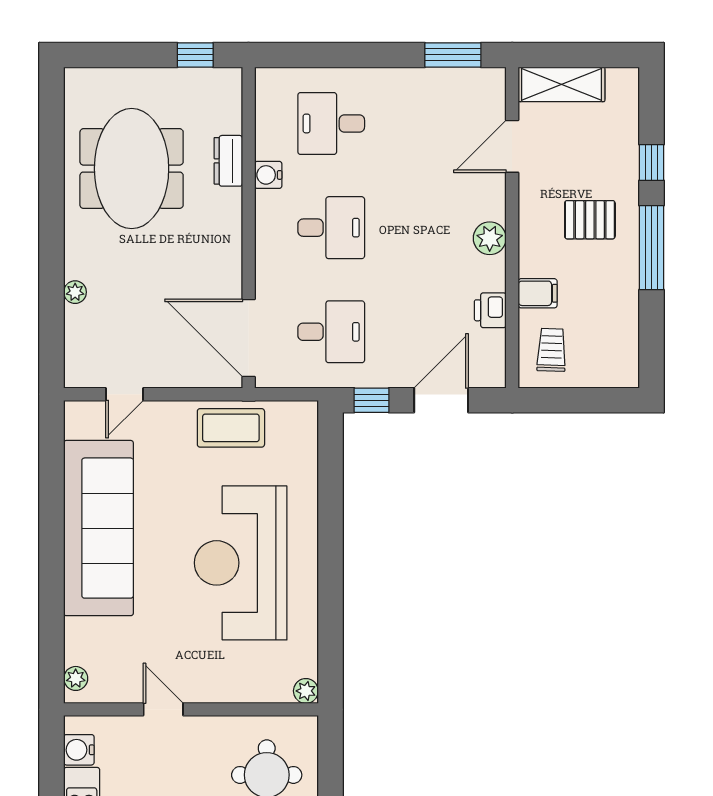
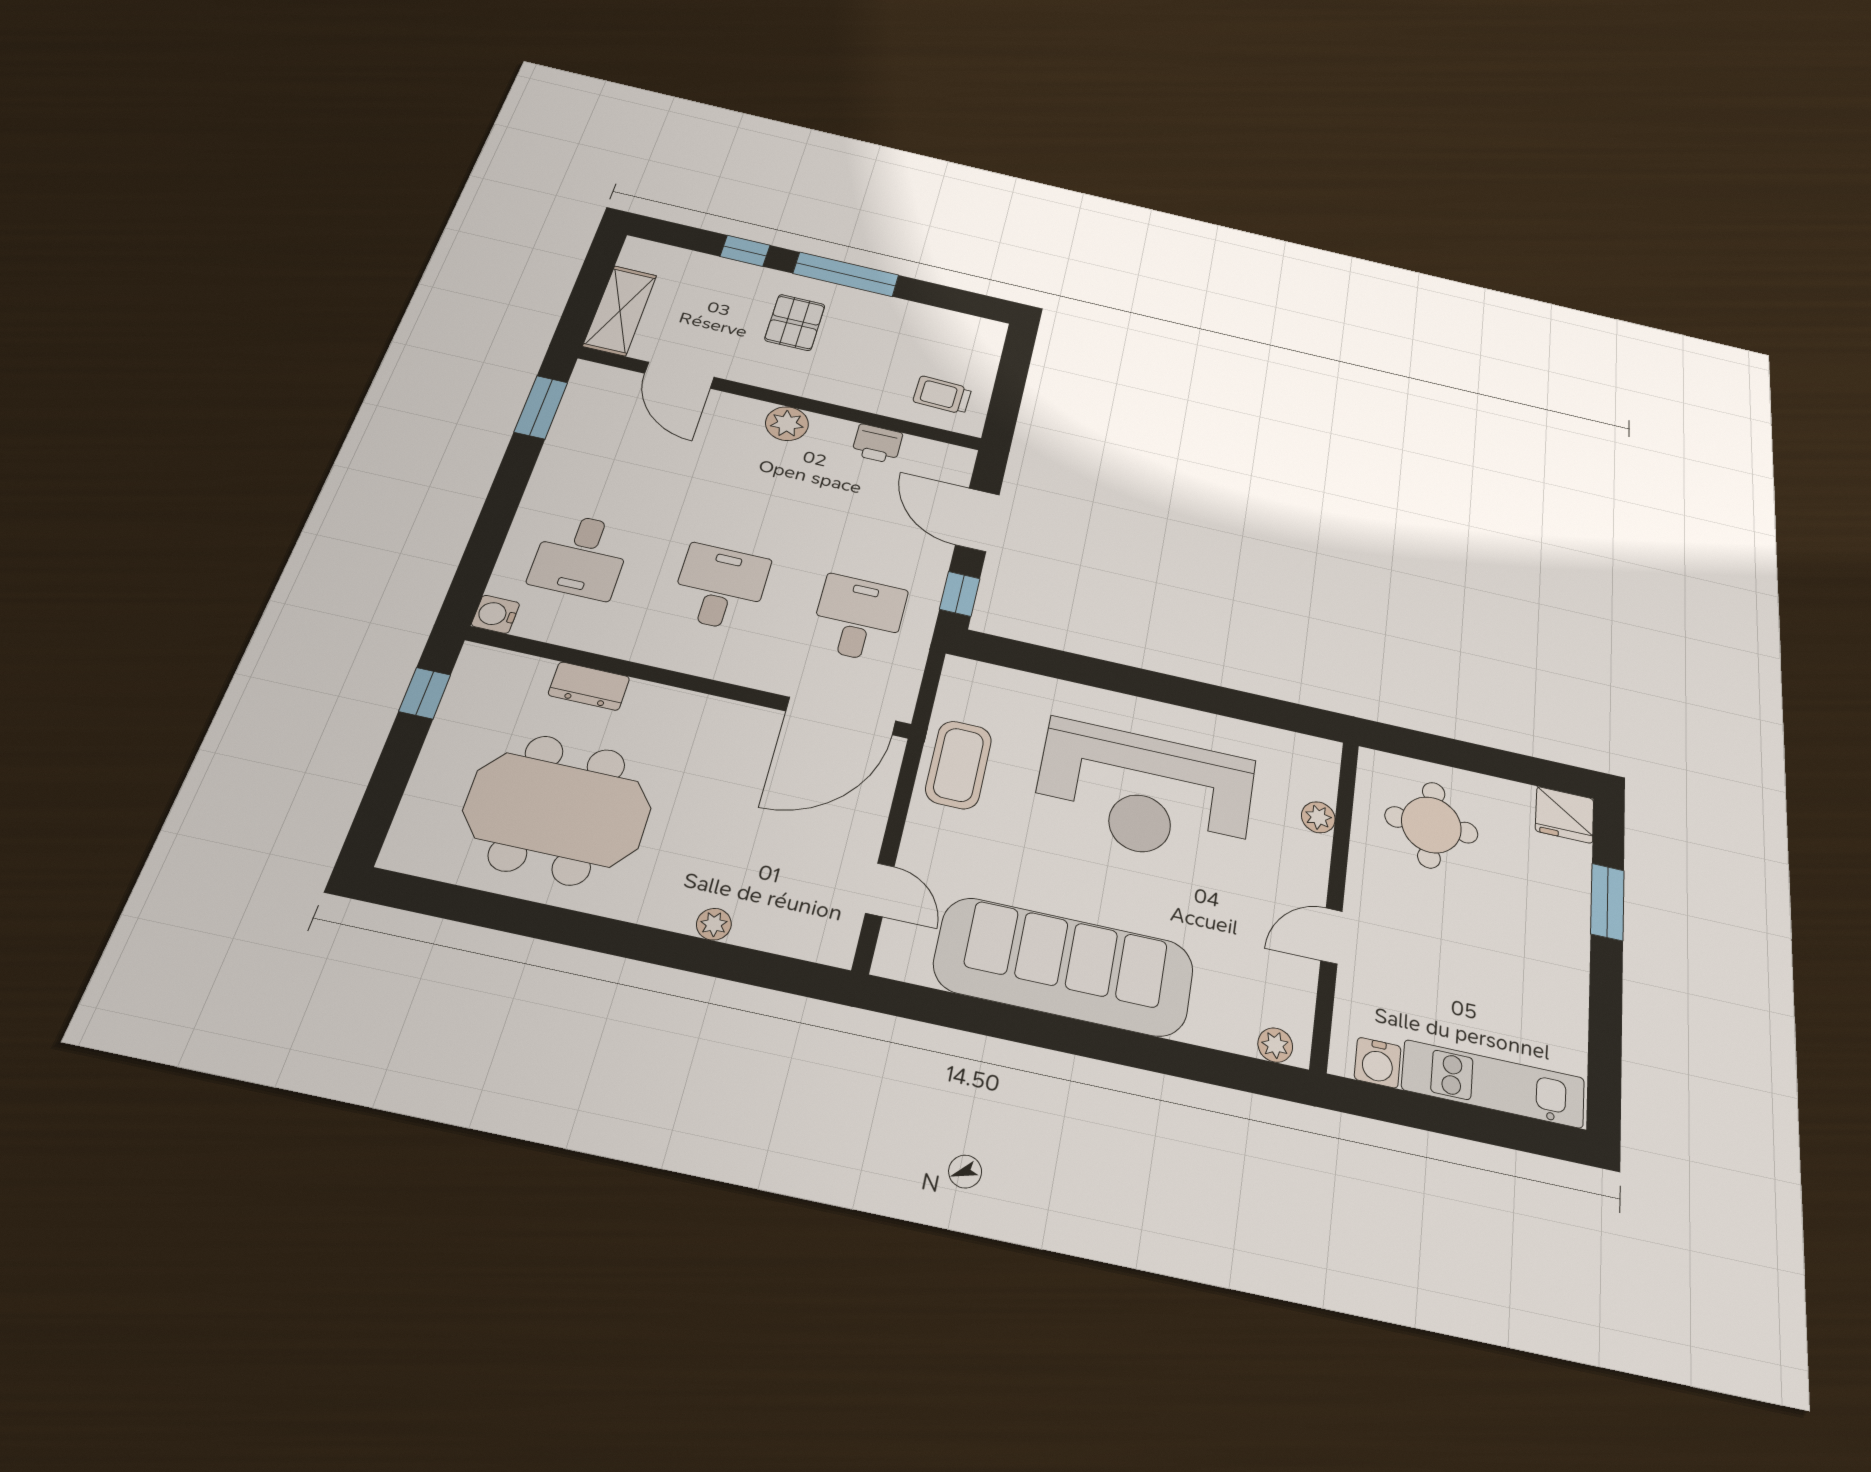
water cooler: (268, 175) -> (495, 614), moved, turned 90
filing cabinet: (538, 293) -> (869, 392), removed
plant: (306, 691) -> (1318, 817), moved

